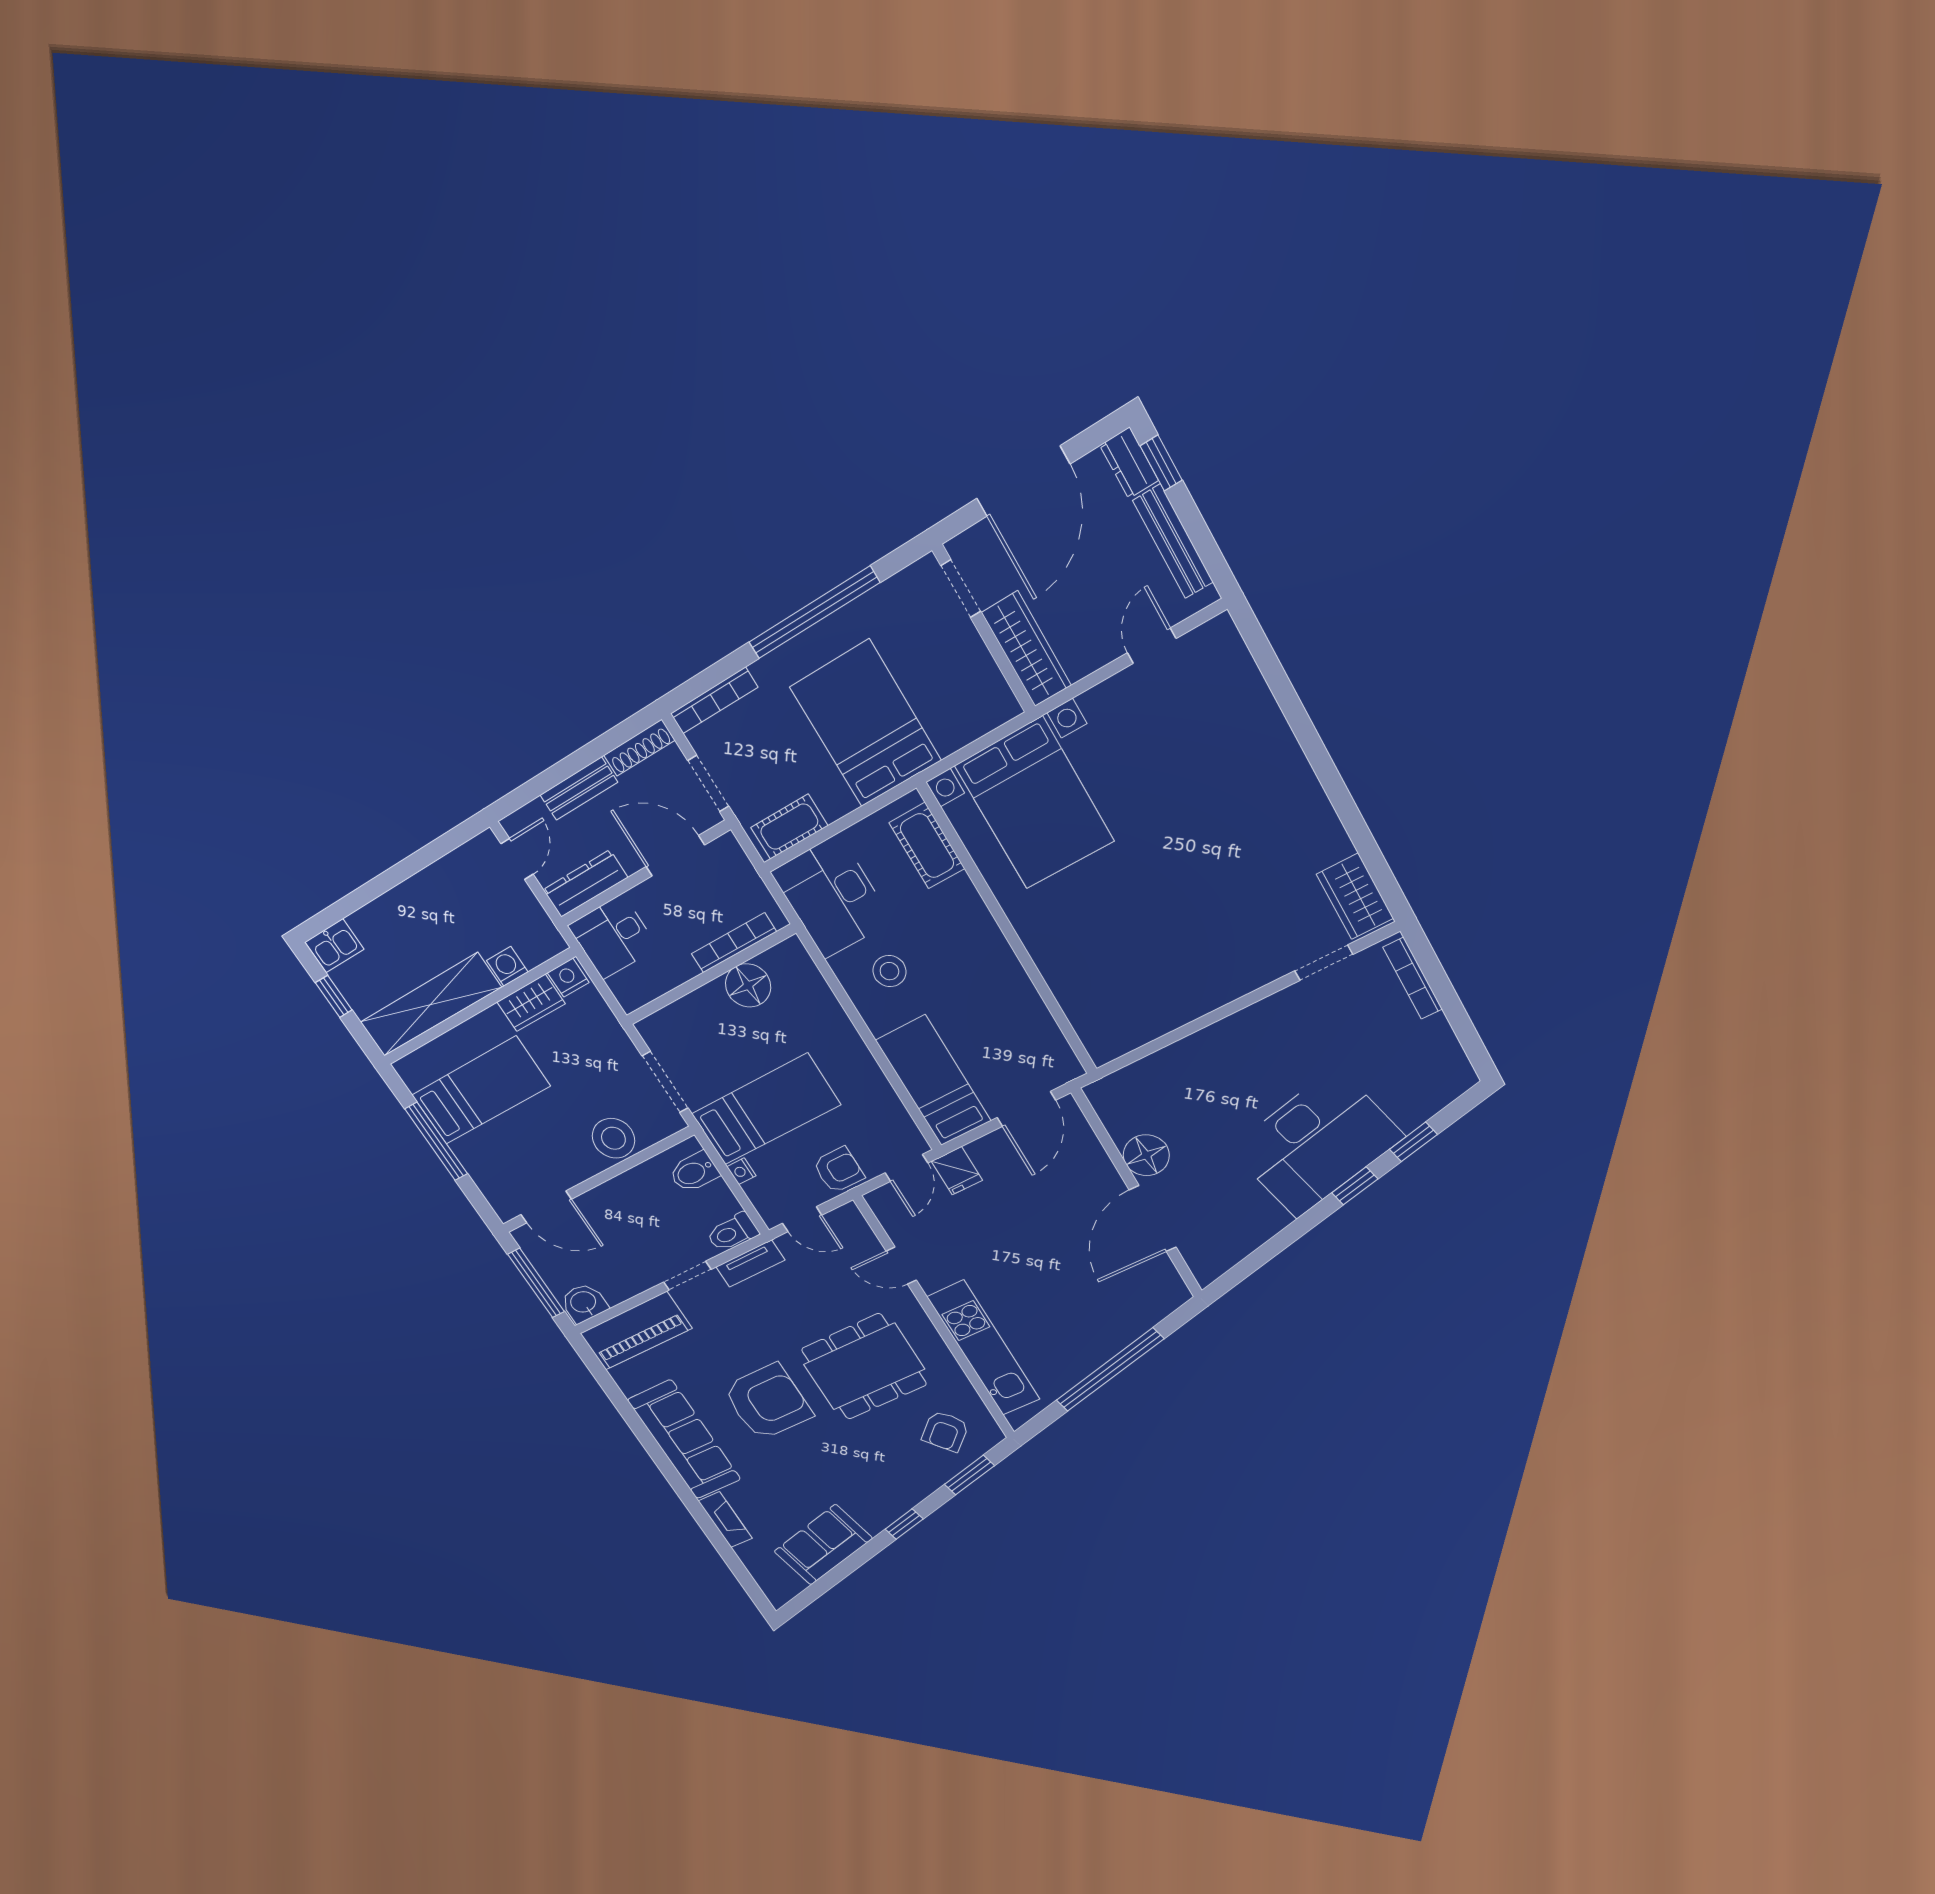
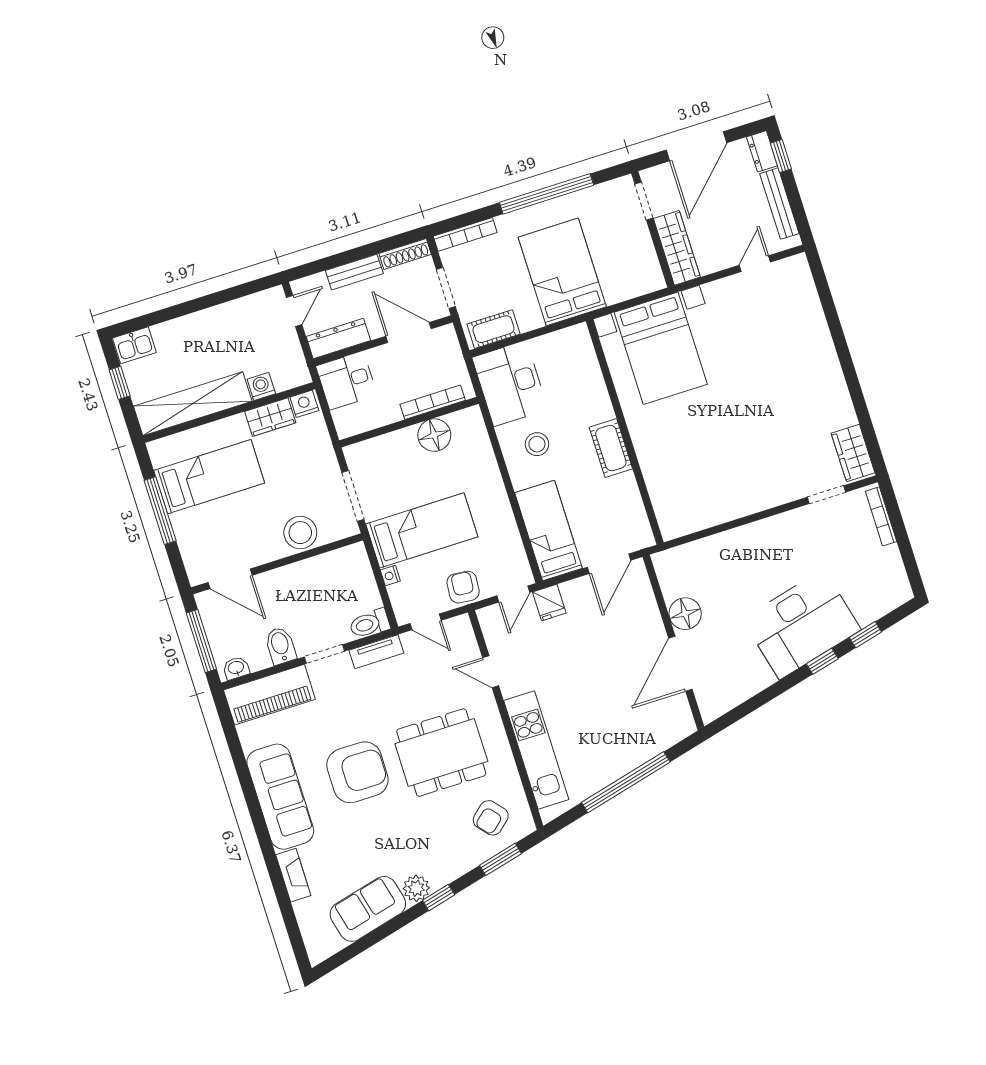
cot: (927, 846) -> (611, 448), moved
armchair: (838, 1170) -> (463, 587), turned -85
bidet: (694, 1172) -> (280, 646), moved, turned 90
washbasin: (584, 1303) -> (236, 668), width x0.72, depth x0.69
plant: (875, 1517) -> (416, 888), added

